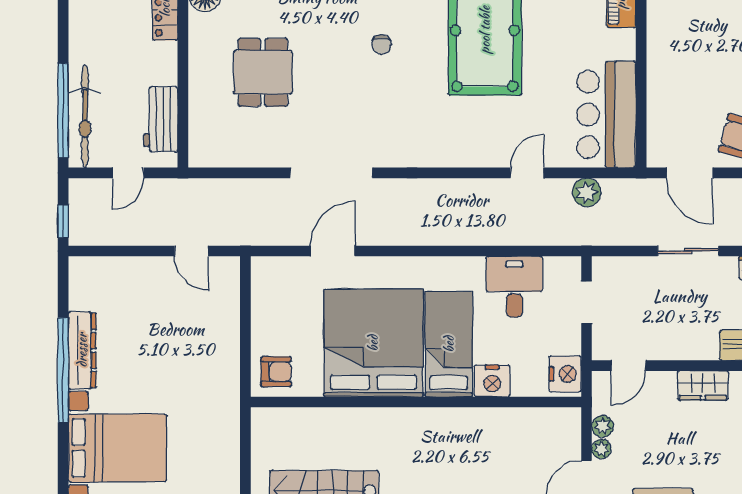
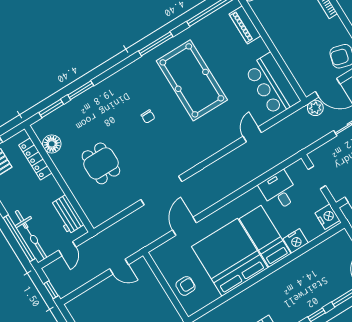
plant: (587, 192) -> (315, 108), moved
armchair: (276, 372) -> (186, 286), moved

